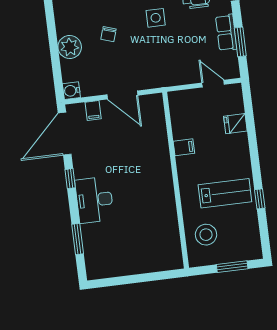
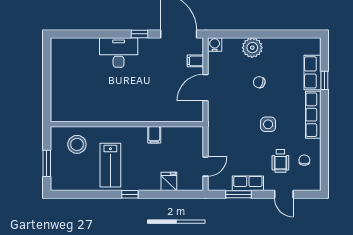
window: (260, 199) -> (130, 194), moved
window: (78, 239) -> (87, 34), removed

